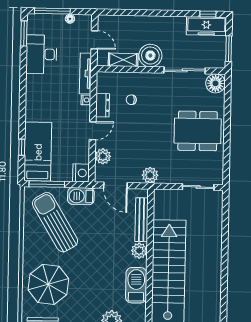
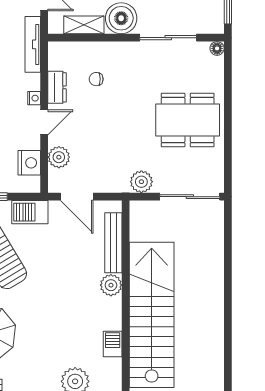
floor lamp: (215, 83) -> (217, 48), width x0.53, depth x0.53
nightstand: (86, 100) -> (34, 98), moved
nightstand: (81, 173) -> (29, 163), moved
plant: (150, 175) -> (141, 182), moved
sliding door: (198, 187) -> (190, 197), width x1.37
barbecue: (136, 285) -> (113, 344), width x0.53, depth x0.65

